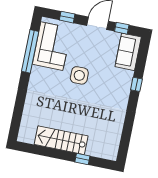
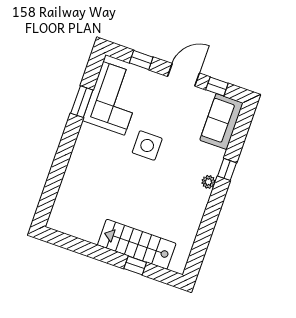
window: (30, 51) -> (82, 102), width x0.47
plant: (125, 95) -> (208, 182), added
stairs: (61, 140) -> (137, 244), moved

